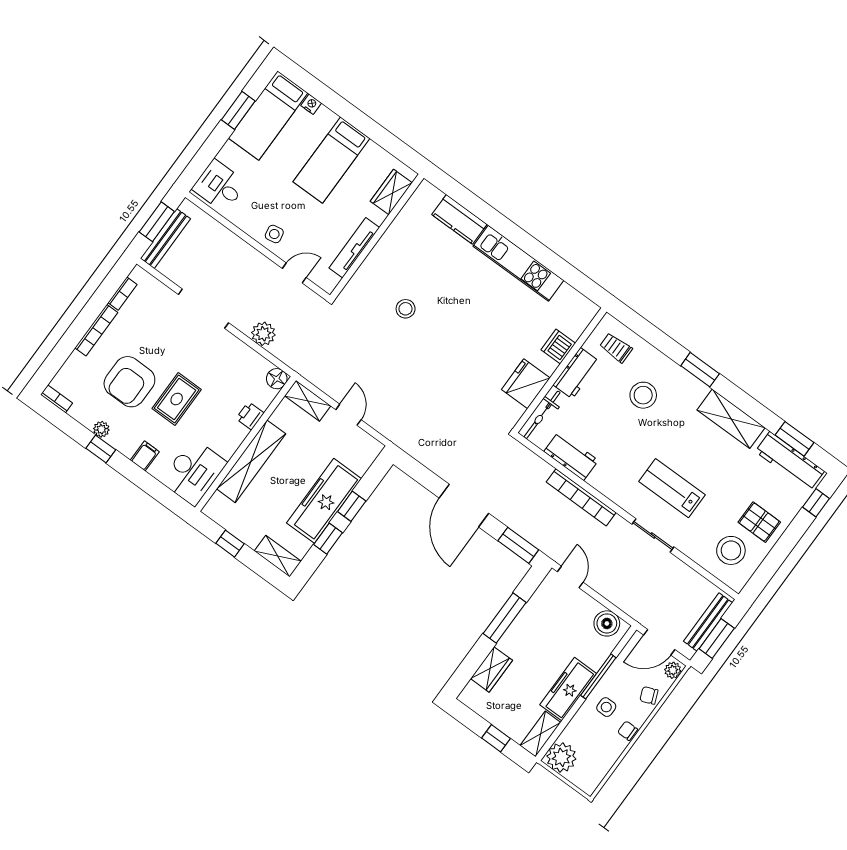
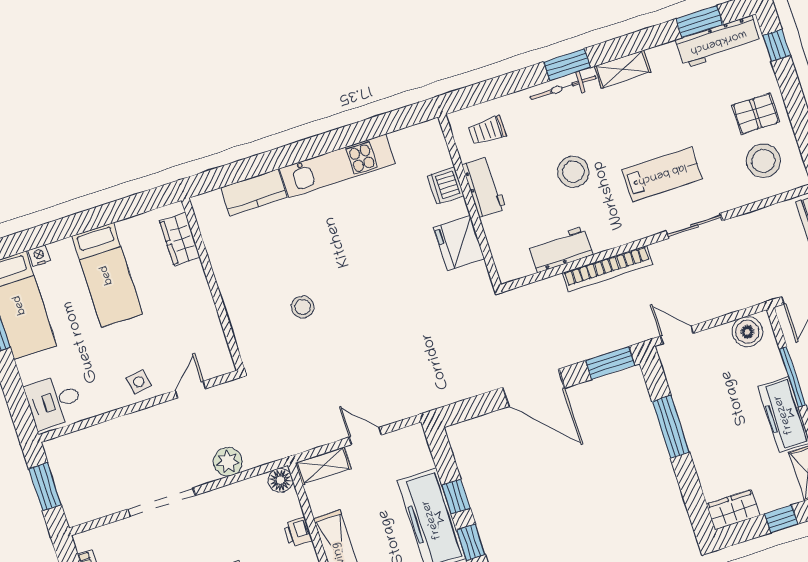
bench: (165, 239) -> (67, 490), removed
tv unit: (354, 248) -> (208, 314), removed
stool: (643, 395) -> (573, 172), moved
bicycle: (542, 415) -> (563, 88), moved, turned 90
shelving: (731, 419) -> (623, 69), width x0.67, depth x0.75
lab bench: (672, 488) -> (662, 174), turned 180
wardrobe: (491, 669) -> (733, 510), moved, turned -90

